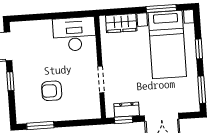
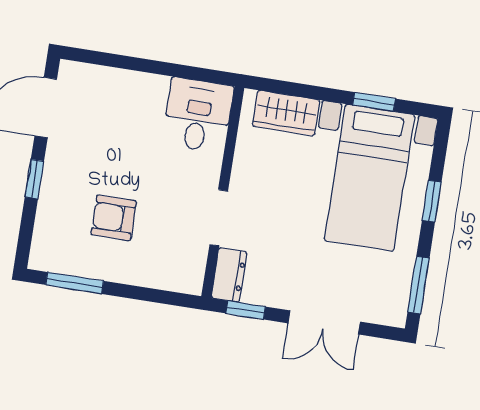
window: (161, 9) -> (374, 102), width x0.67
desk: (74, 34) -> (198, 115), width x0.73
dresser: (127, 110) -> (229, 275), moved, turned 90

